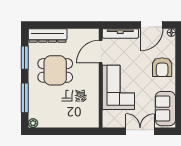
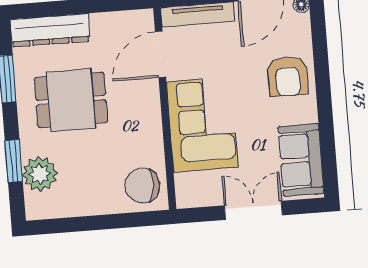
window: (25, 98) -> (14, 161), width x0.69
chair: (87, 115) -> (142, 186), added
plant: (33, 123) -> (40, 174), moved, width x1.88, depth x1.88

